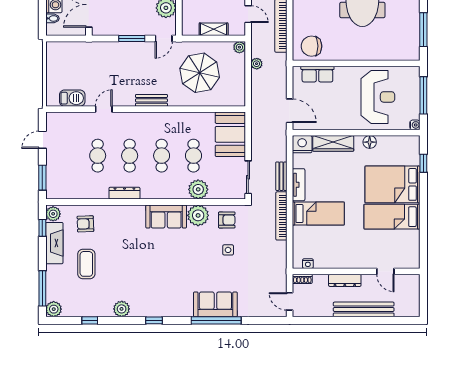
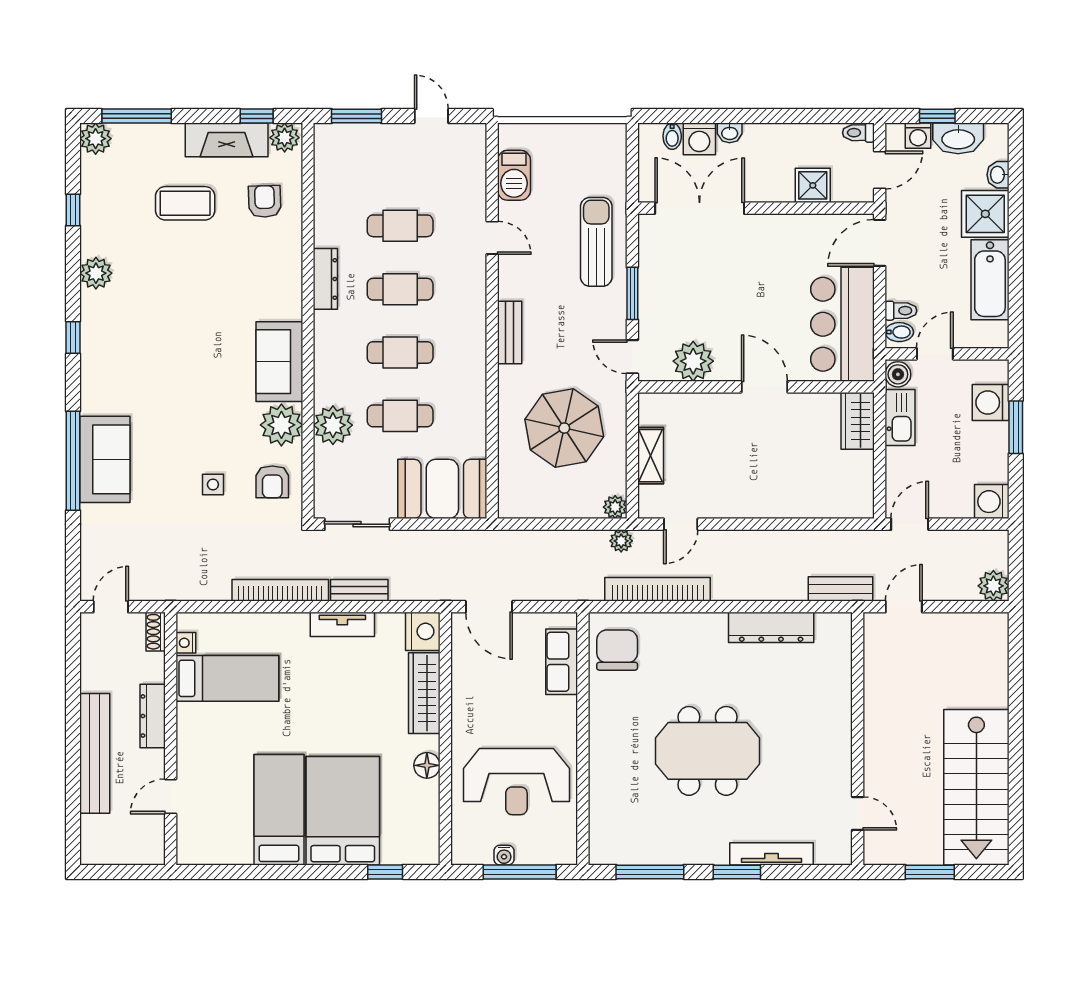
sun lounger: (106, 57) -> (596, 242), added
plant: (257, 64) -> (621, 541), moved
door: (290, 111) -> (489, 607), hinge flipped
water cooler: (415, 125) -> (504, 855), moved
bed: (318, 214) -> (227, 678), moved, turned -90

